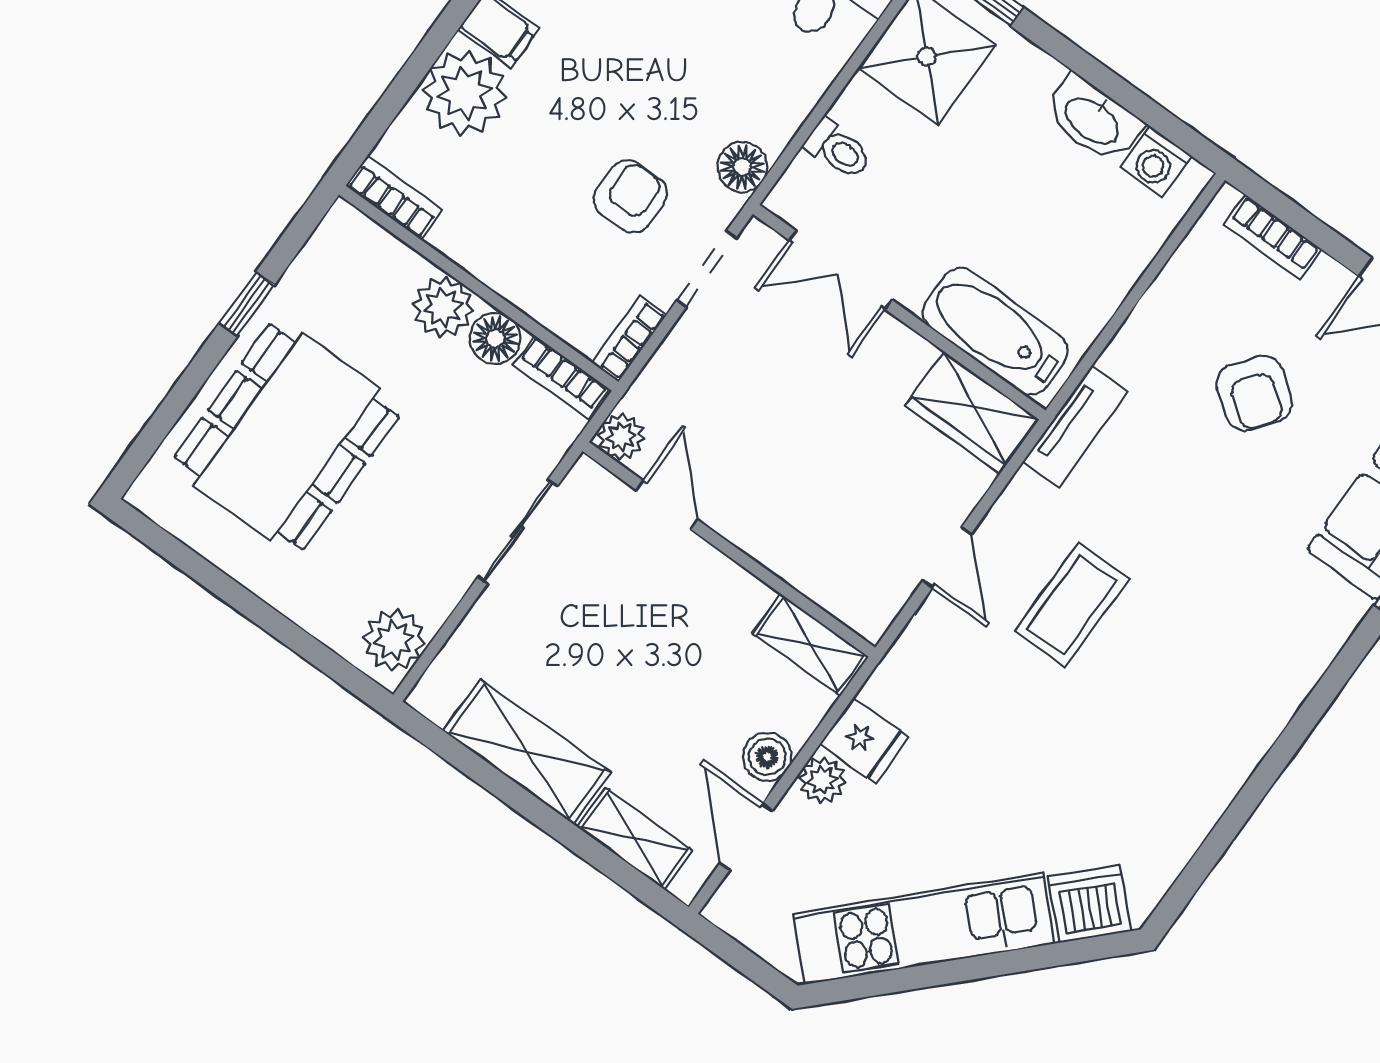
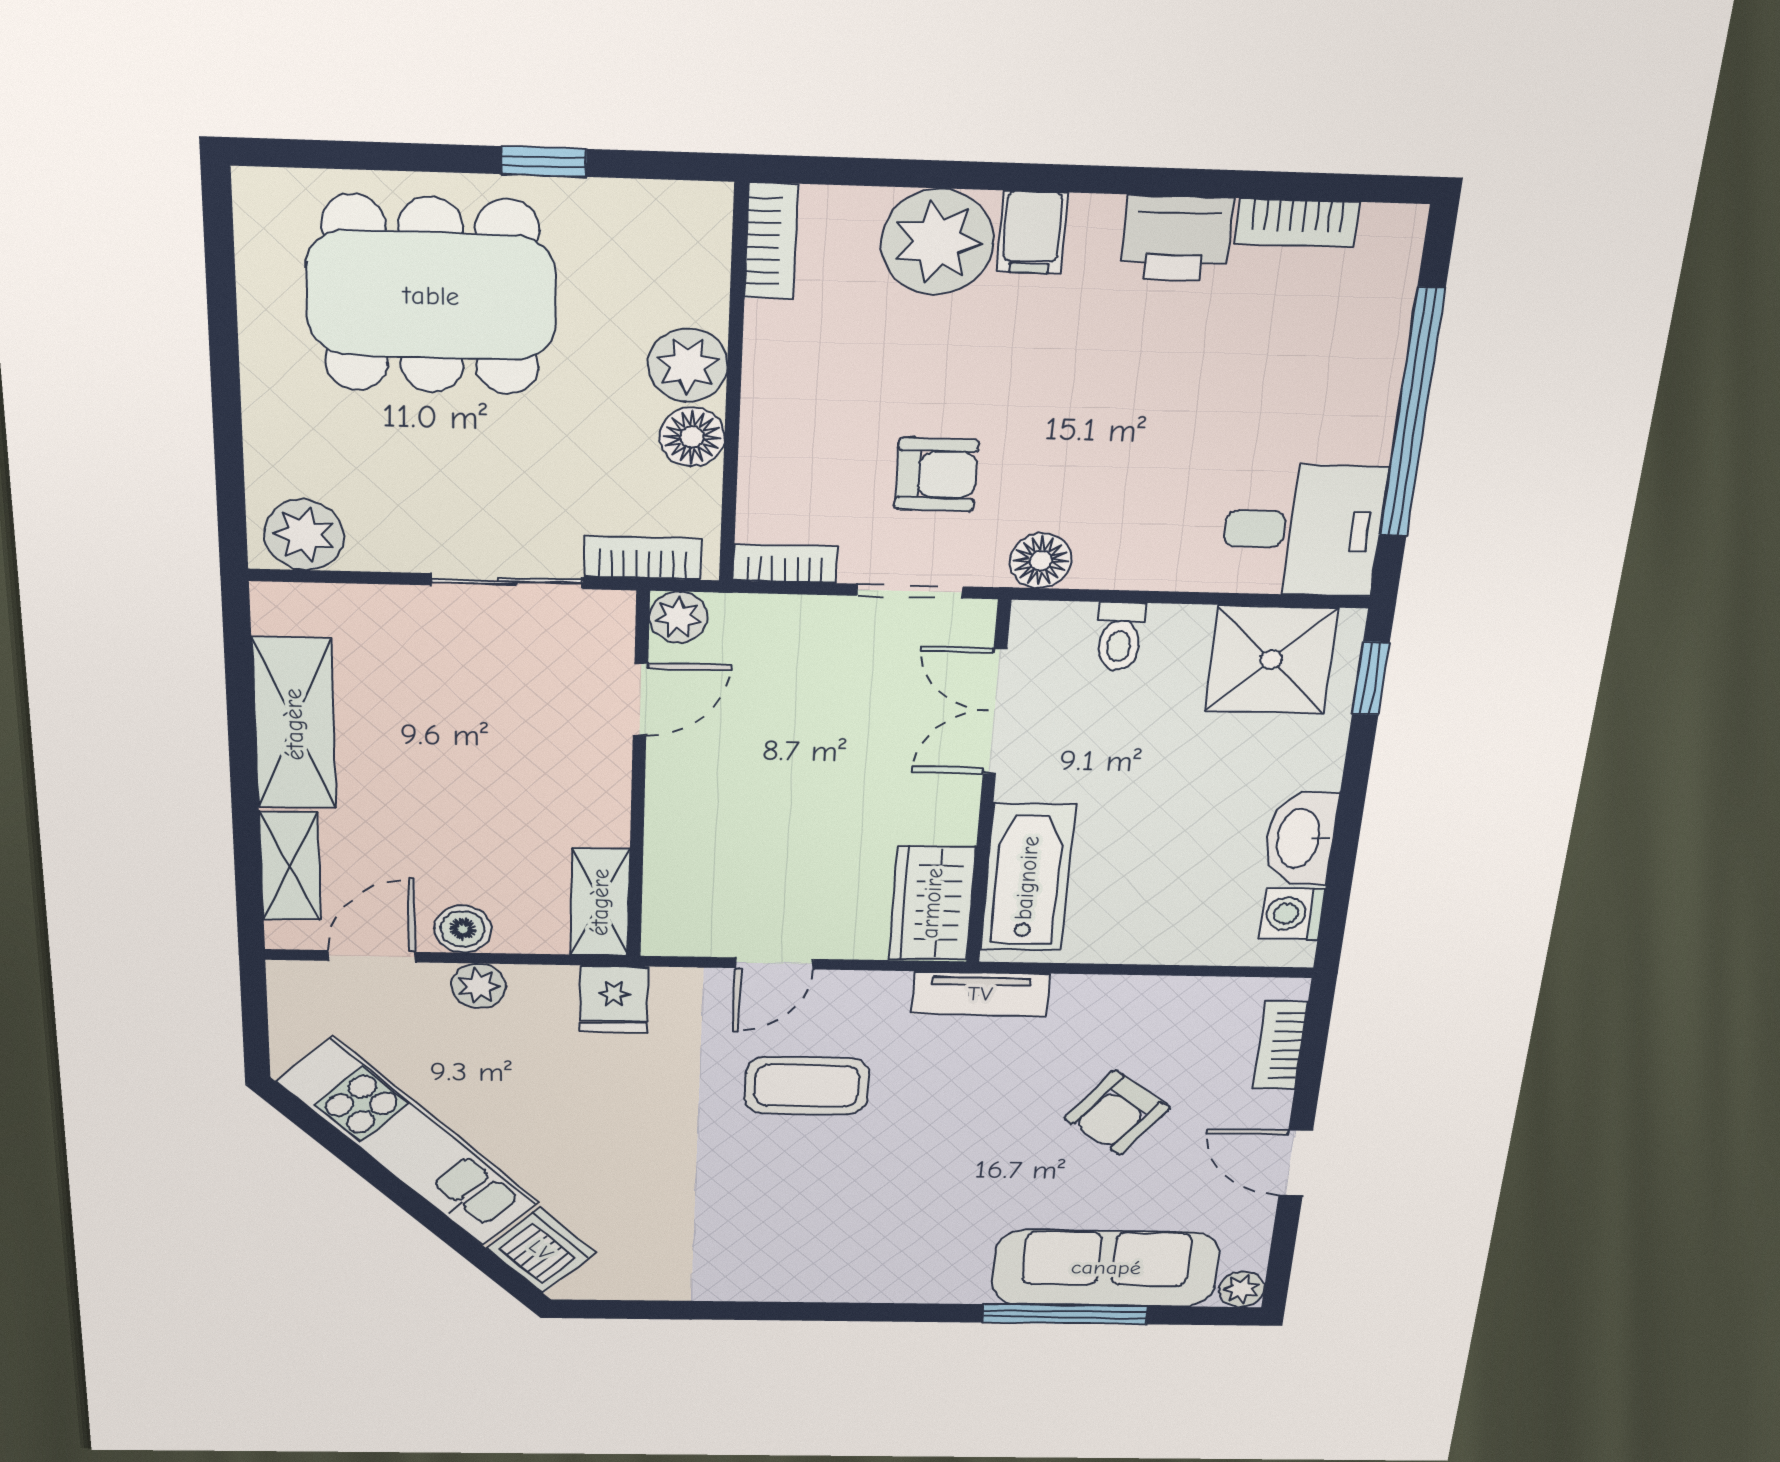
bookcase: (561, 377) -> (643, 558), moved, turned 90
fridge: (864, 741) -> (614, 999), moved

